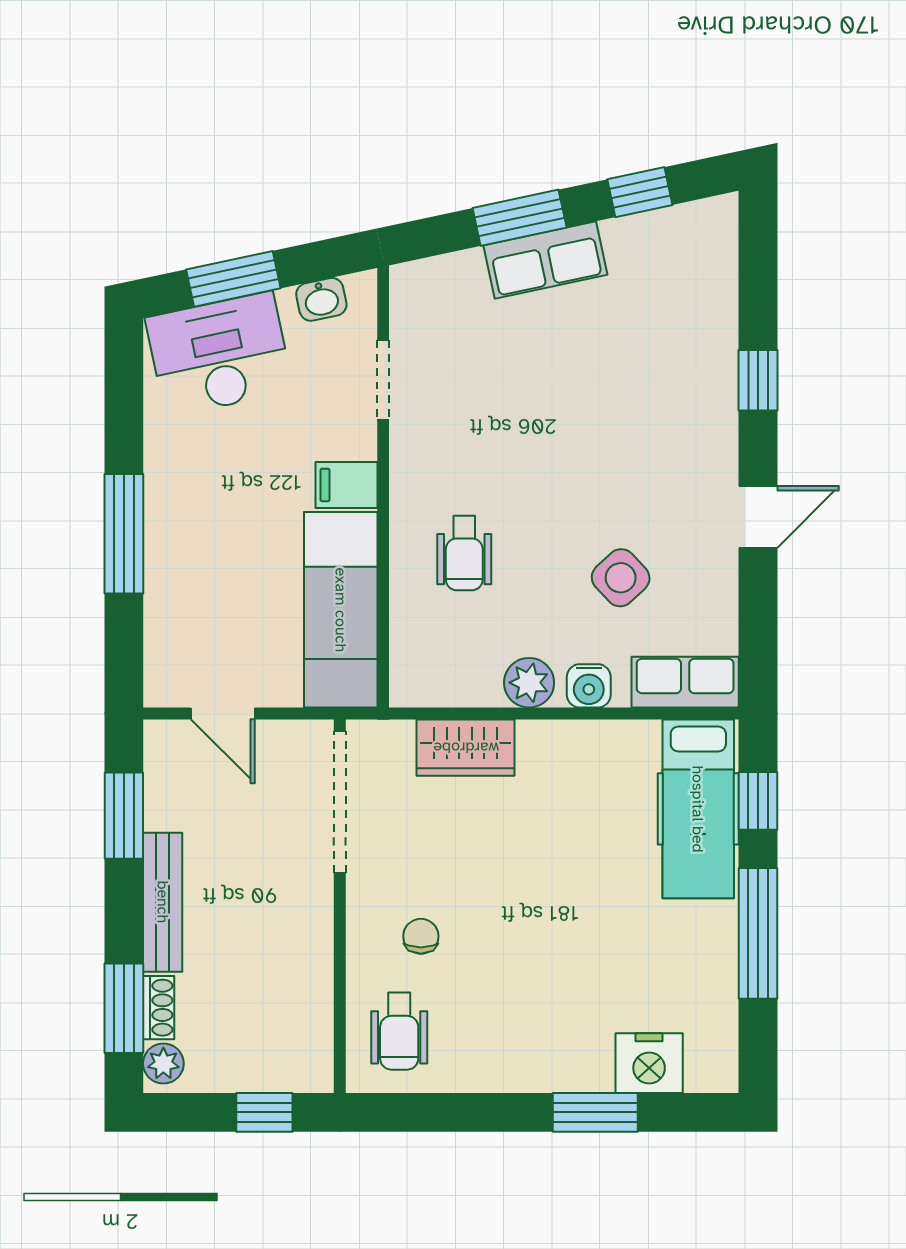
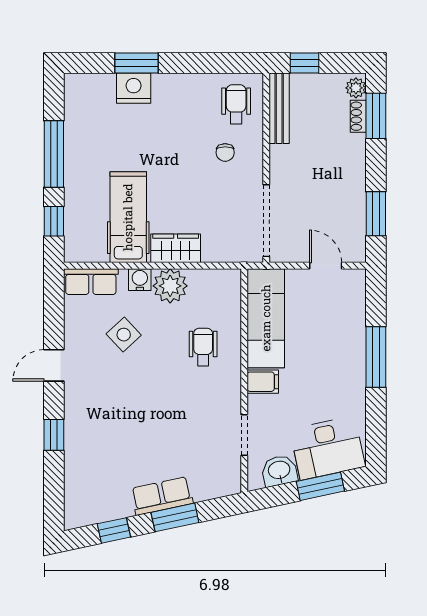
washbasin: (321, 299) -> (279, 471), width x1.38, depth x1.45
plant: (529, 683) -> (170, 286), width x1.36, depth x1.36
wardrobe: (466, 748) -> (176, 248), moved
hospital bed: (698, 809) -> (128, 217), moved
bench: (163, 902) -> (279, 108), moved
nightstand: (649, 1063) -> (134, 88), moved

